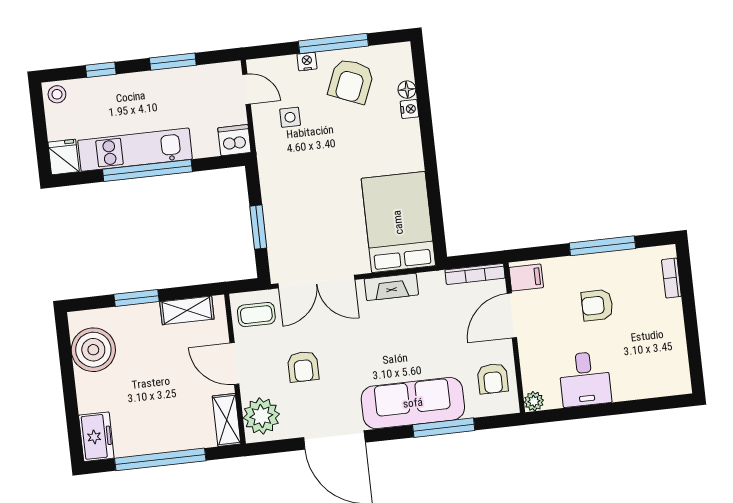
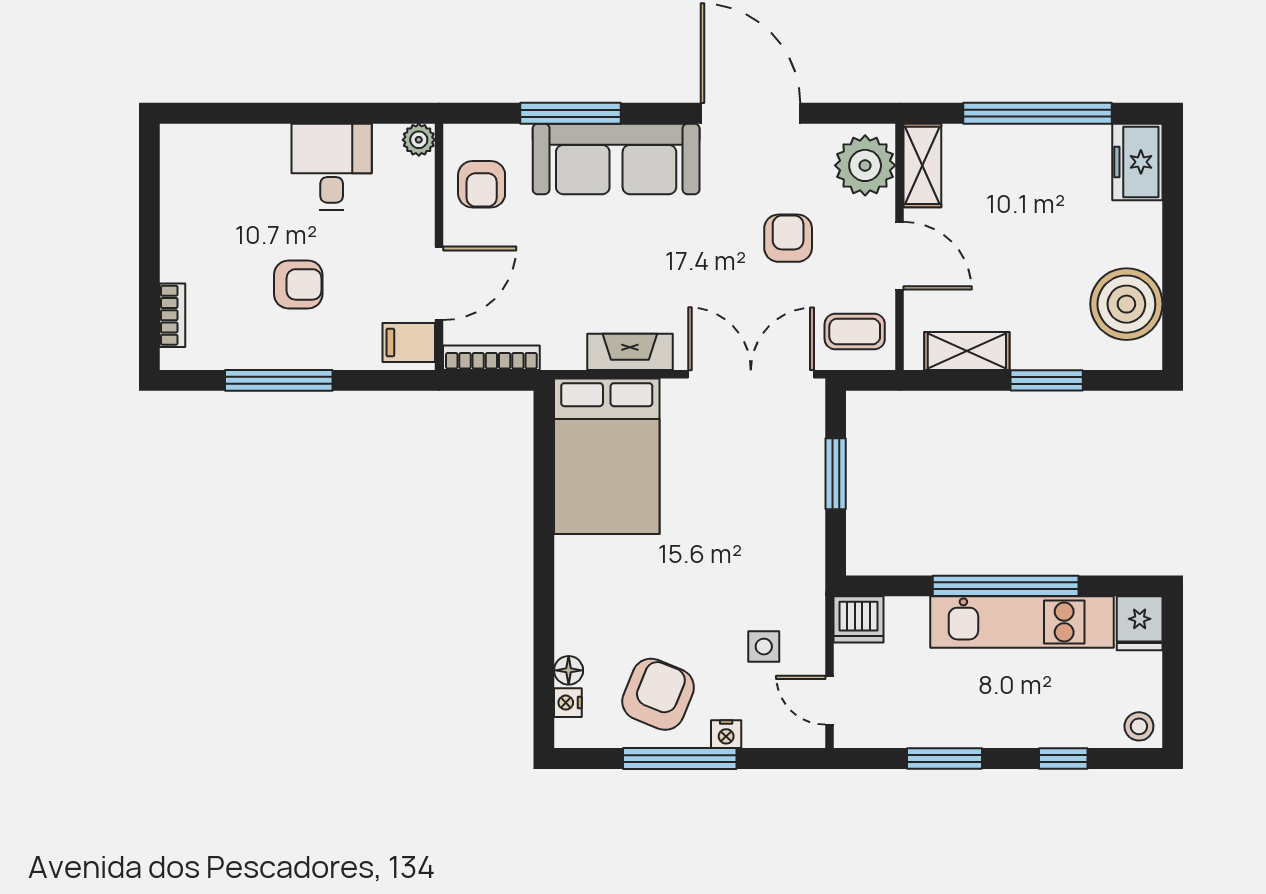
nightstand: (409, 109) -> (568, 703), moved
armchair: (493, 378) -> (482, 184), turned 180

